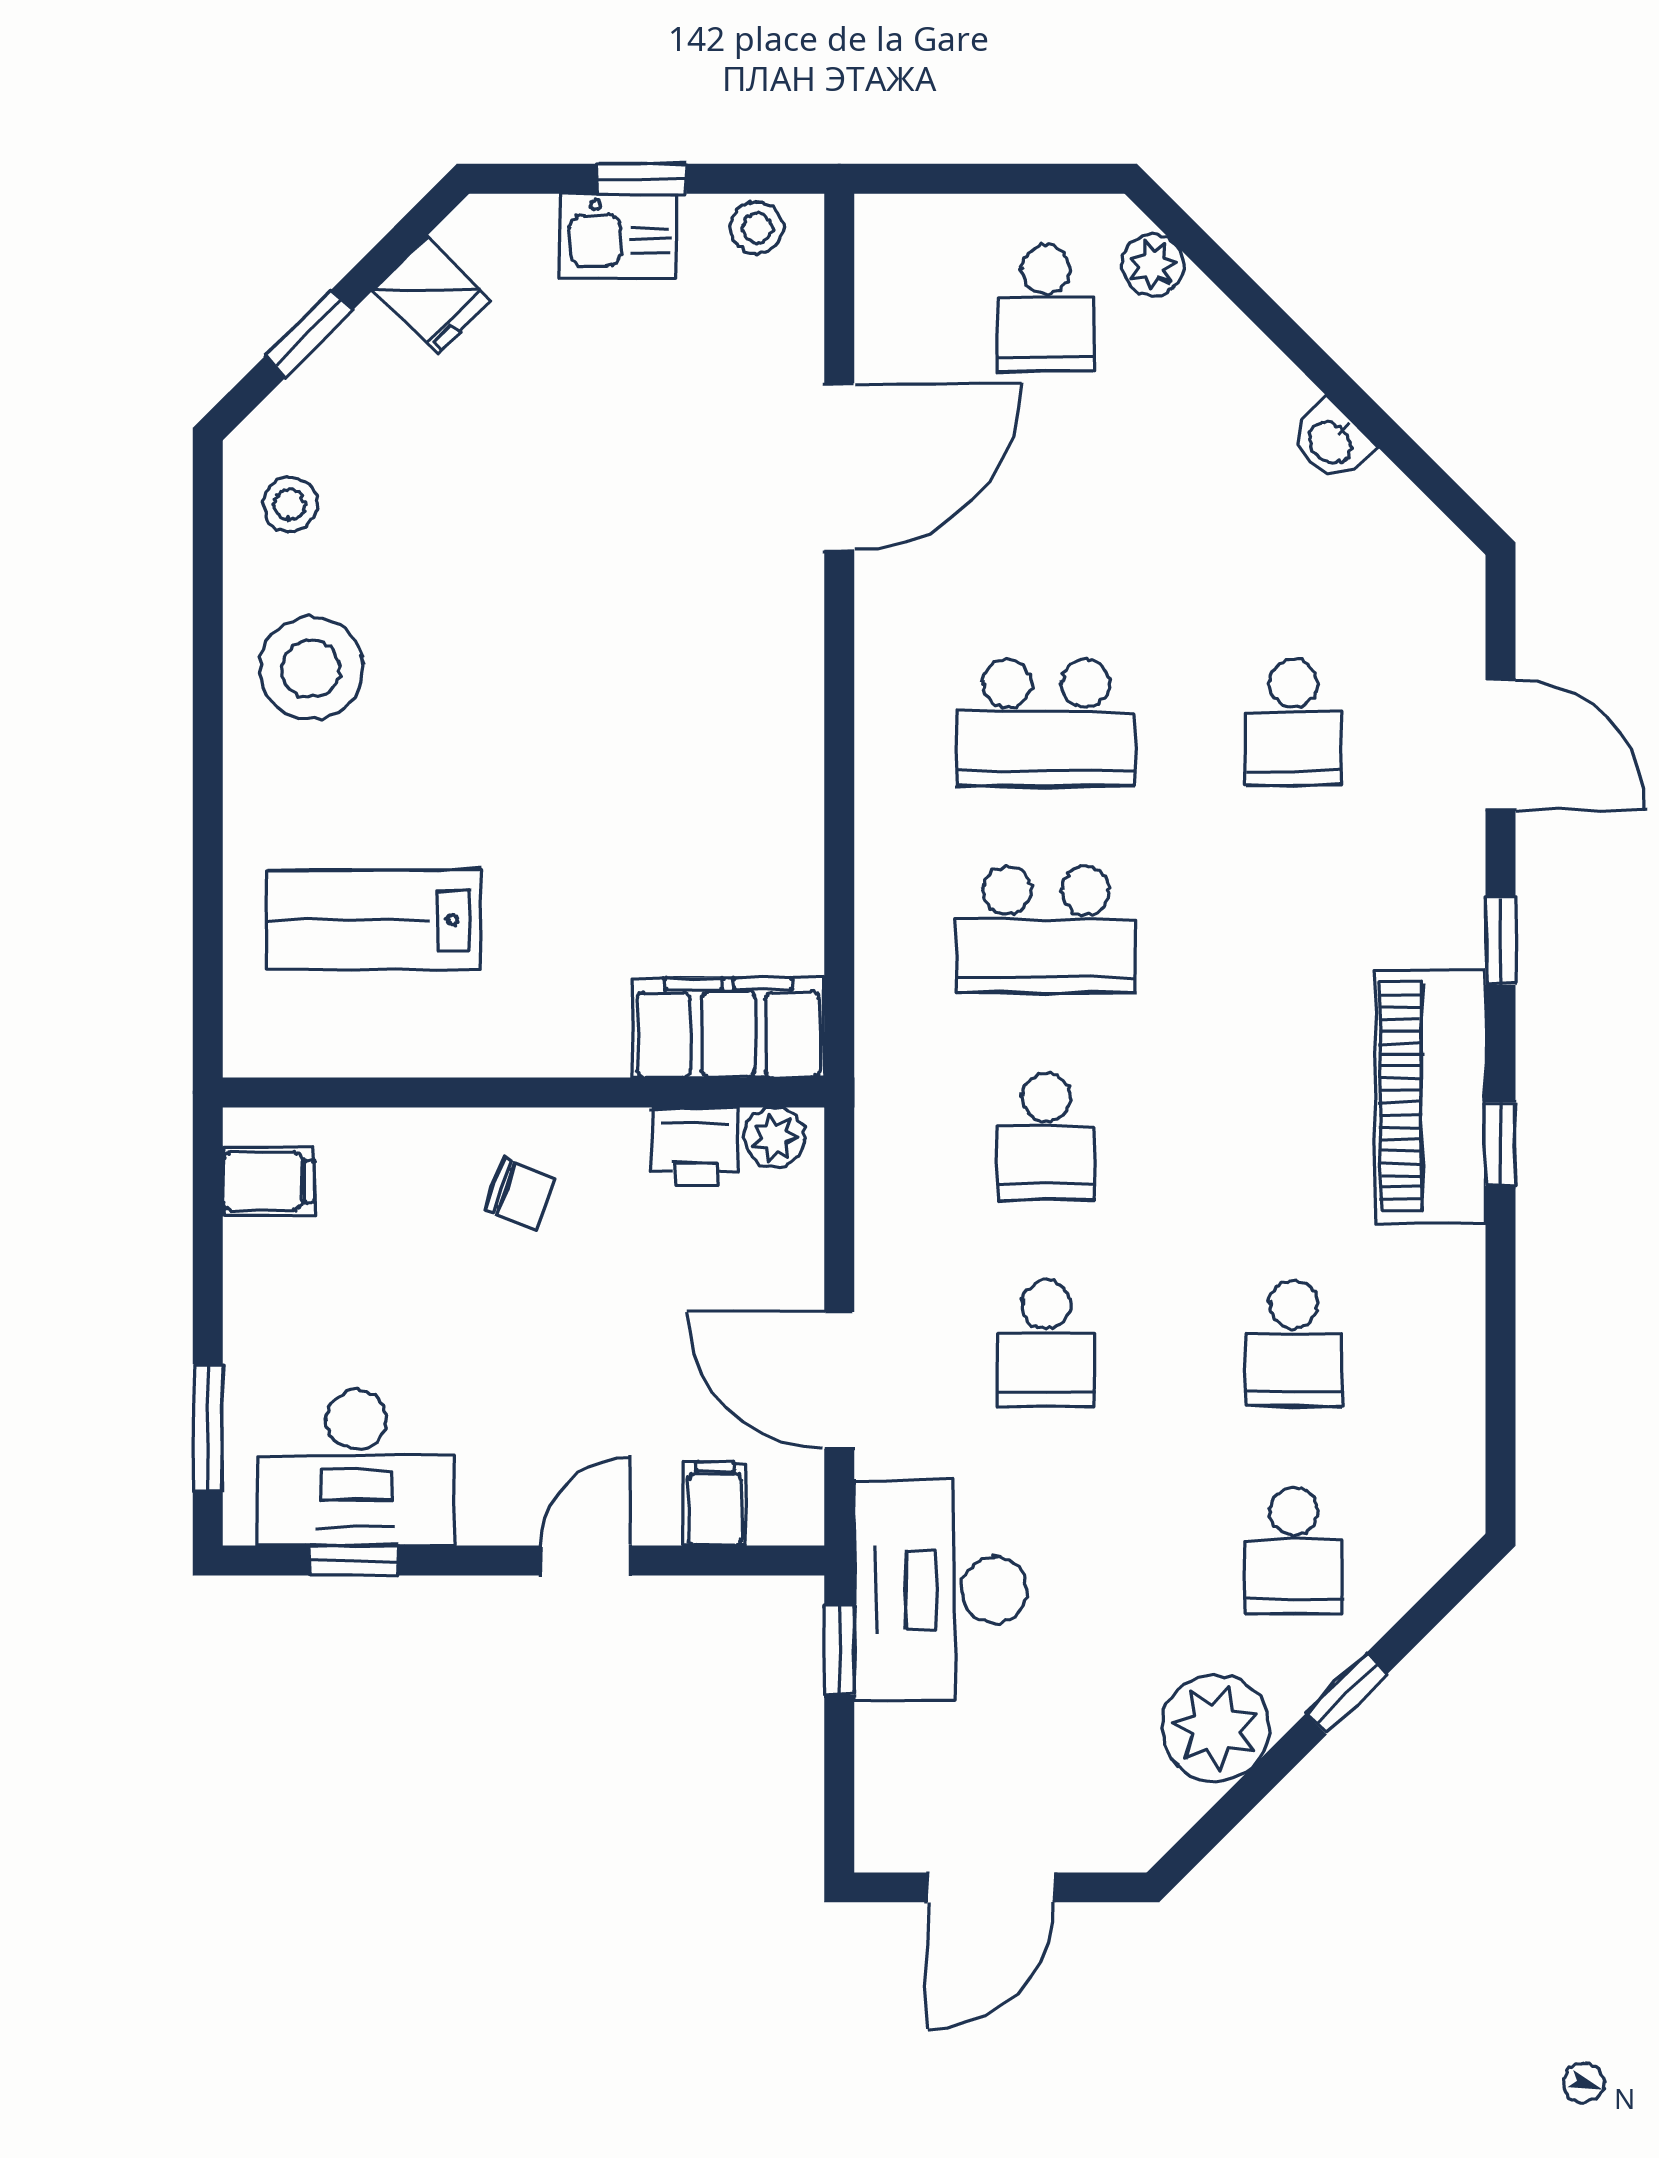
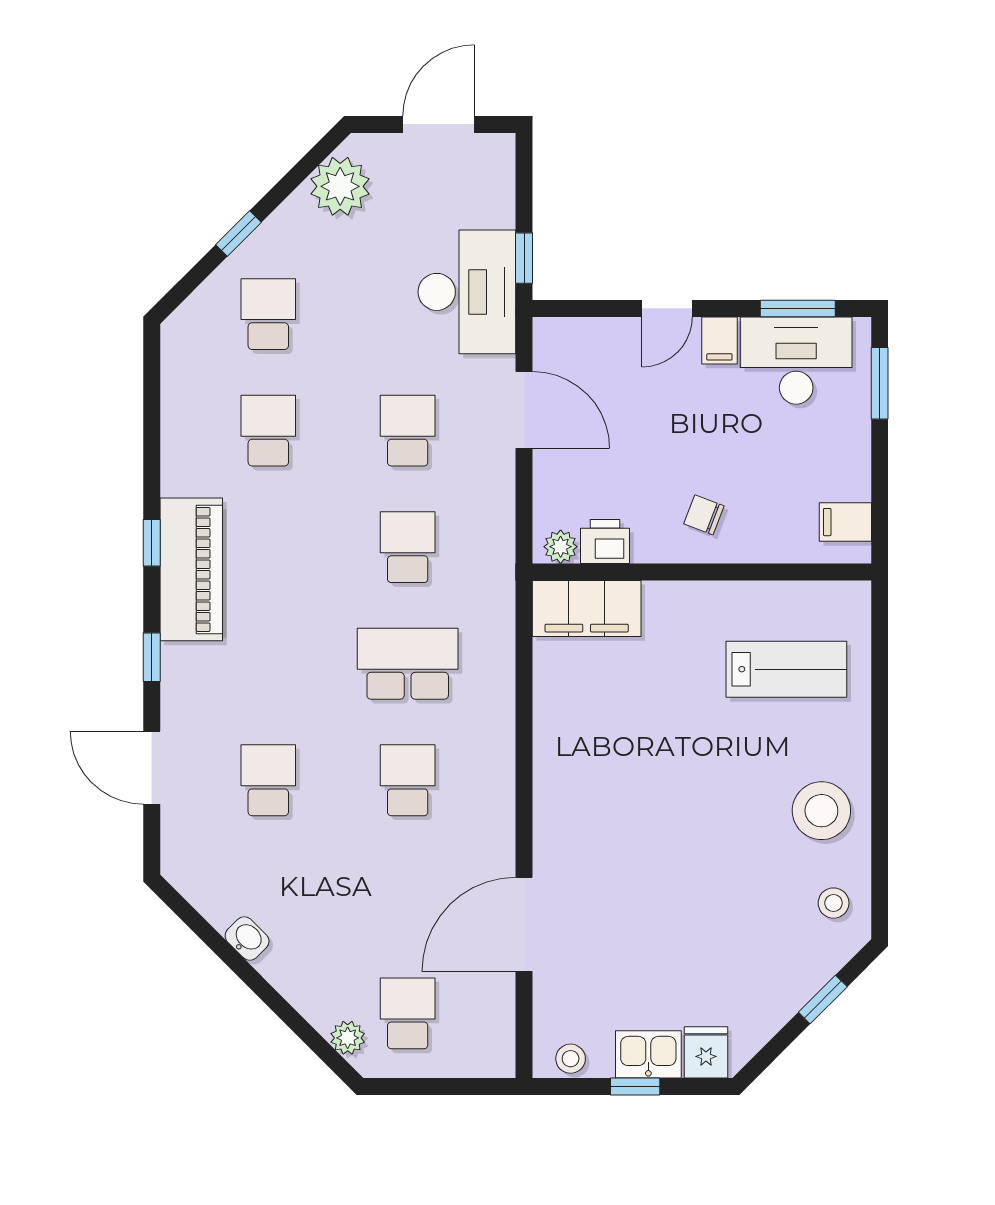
fridge: (432, 295) -> (706, 1052), moved, turned 45
school desk: (1046, 723) -> (408, 780), width x0.54
filing cabinet: (715, 1504) -> (719, 340), moved
window: (353, 1560) -> (798, 308), width x1.50
plant: (1216, 1728) -> (340, 186), moved

